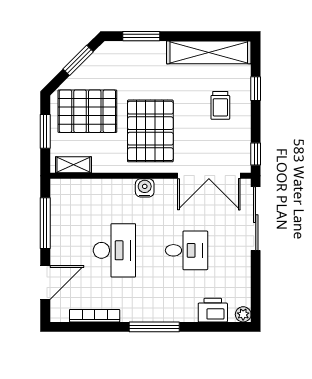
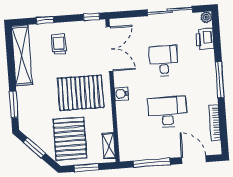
trolley: (220, 105) -> (59, 44), turned -90
sliding door: (256, 219) -> (170, 11), moved

